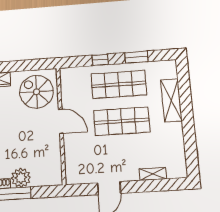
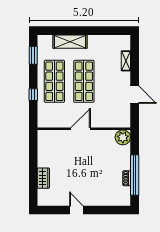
window: (136, 57) -> (33, 55), moved
spiral stairs: (36, 92) -> (56, 147), removed
plant: (21, 178) -> (123, 137), moved

